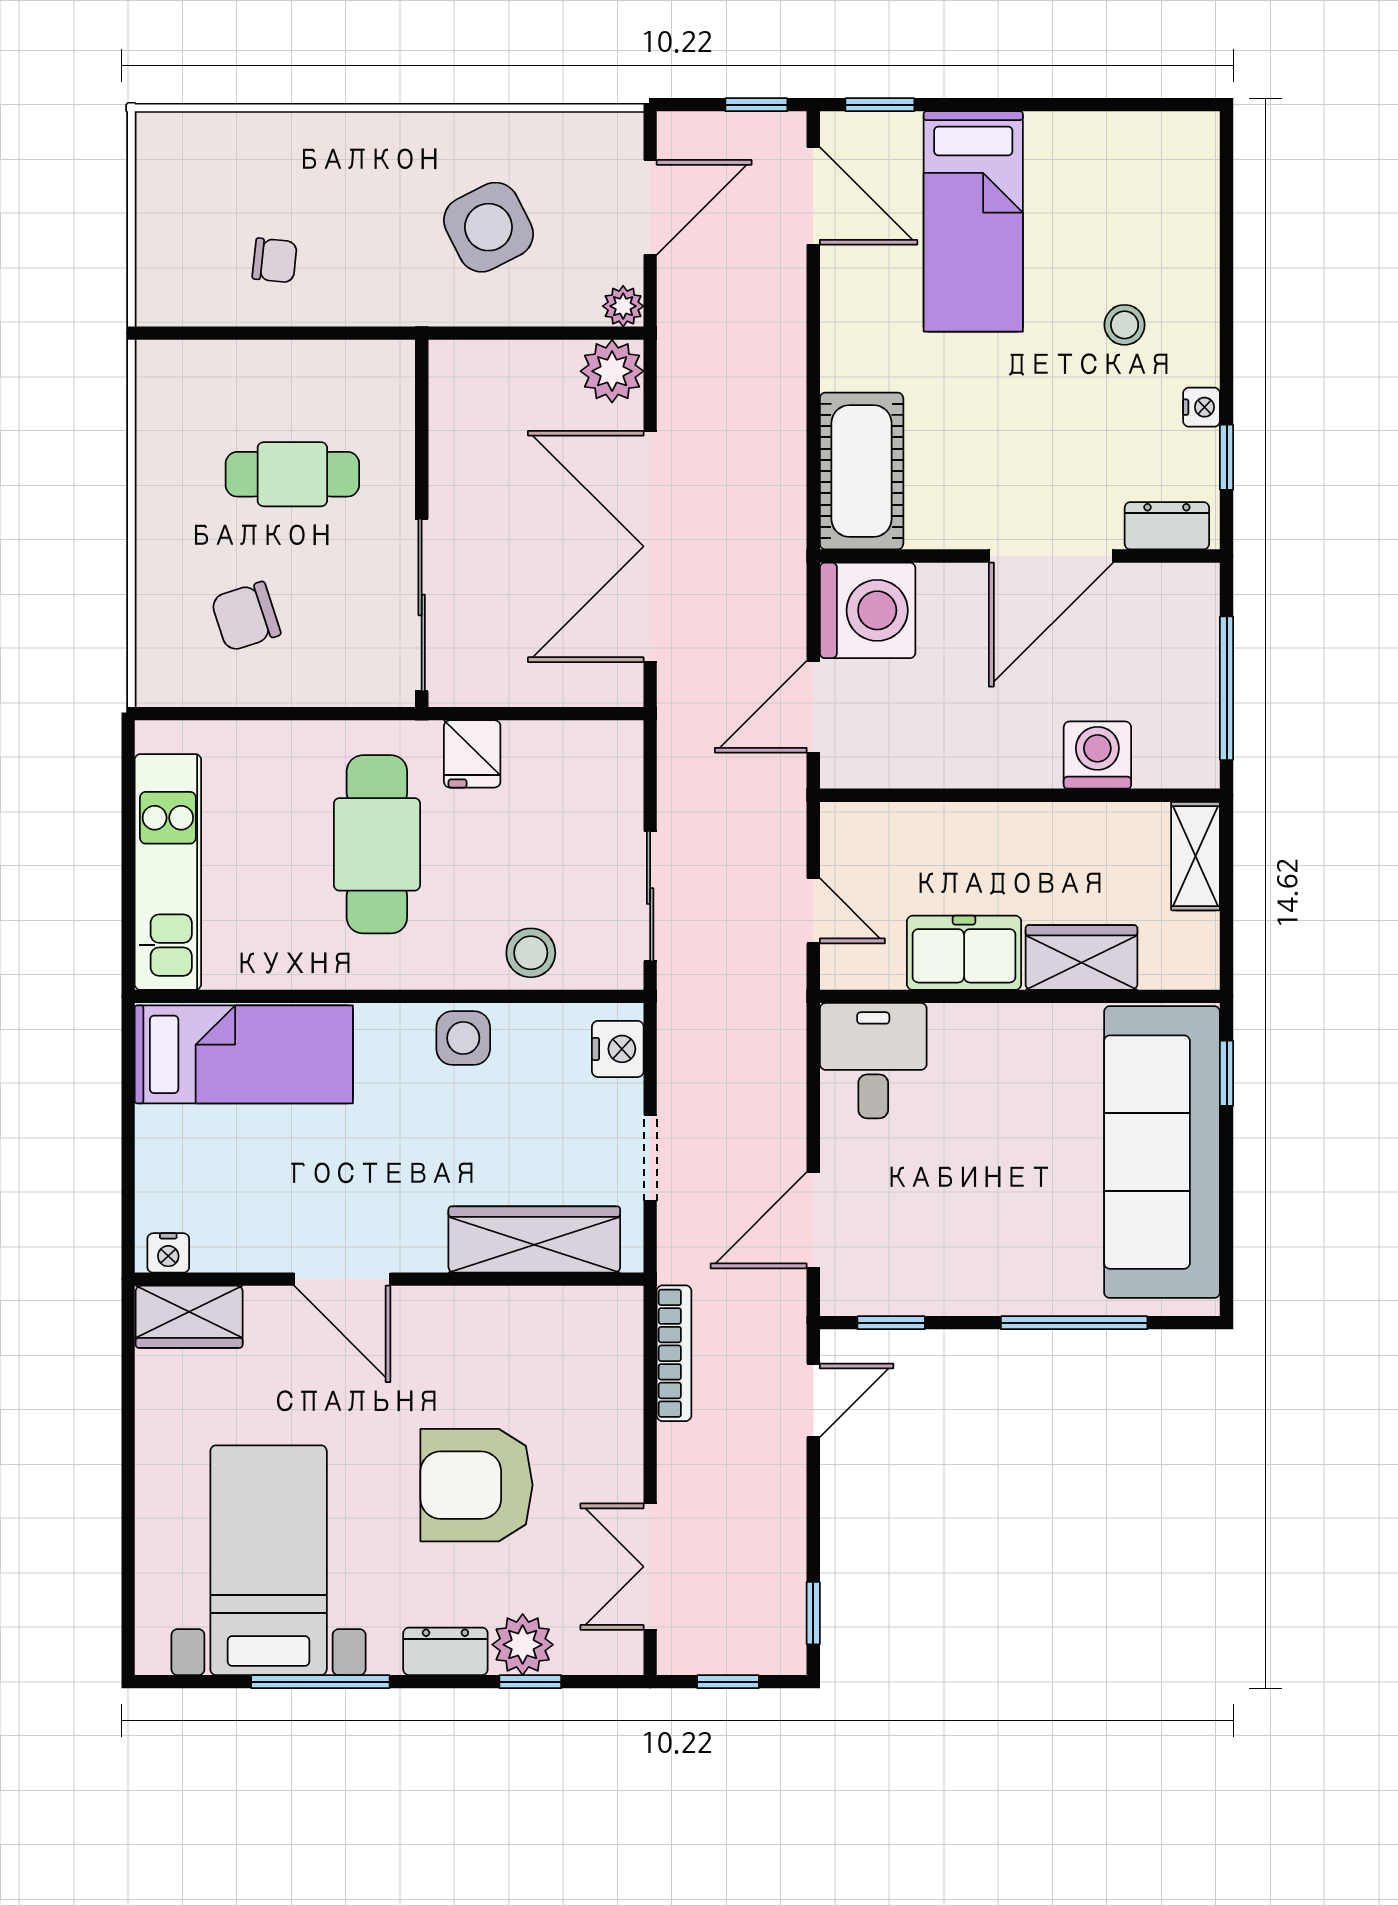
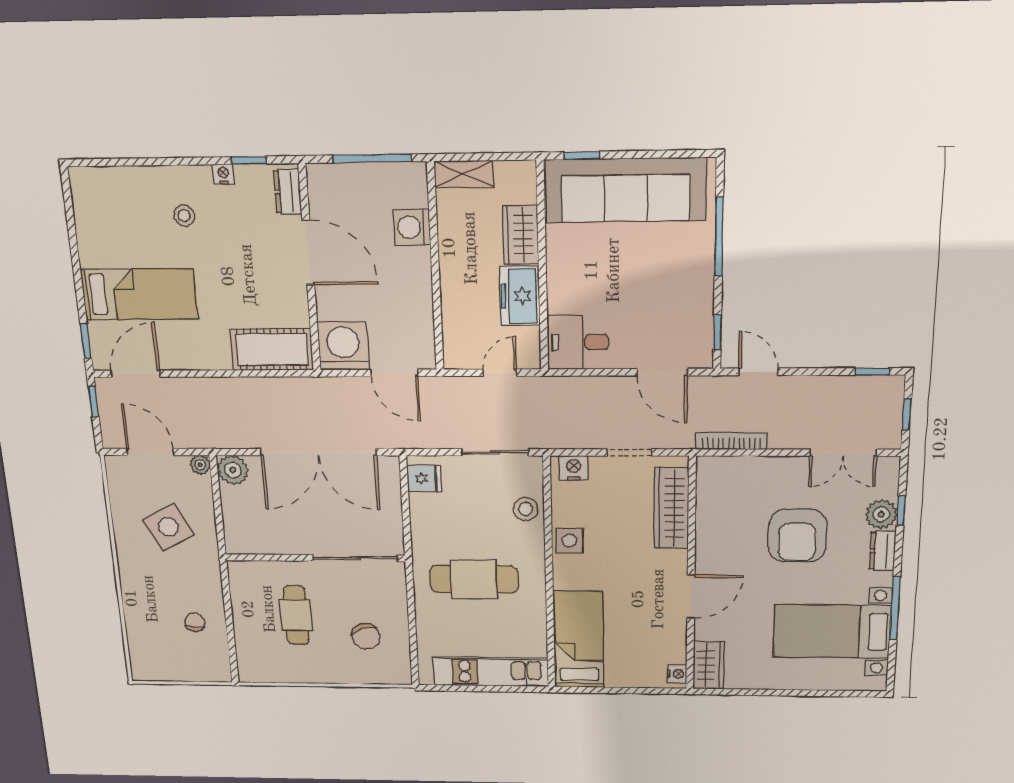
fridge: (472, 754) -> (424, 479), moved

